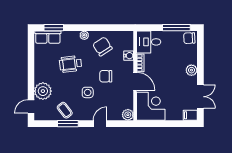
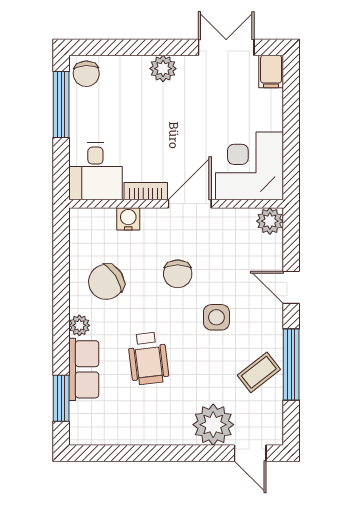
row of seats: (48, 37) -> (84, 369), moved
window: (68, 124) -> (291, 365), width x1.44

